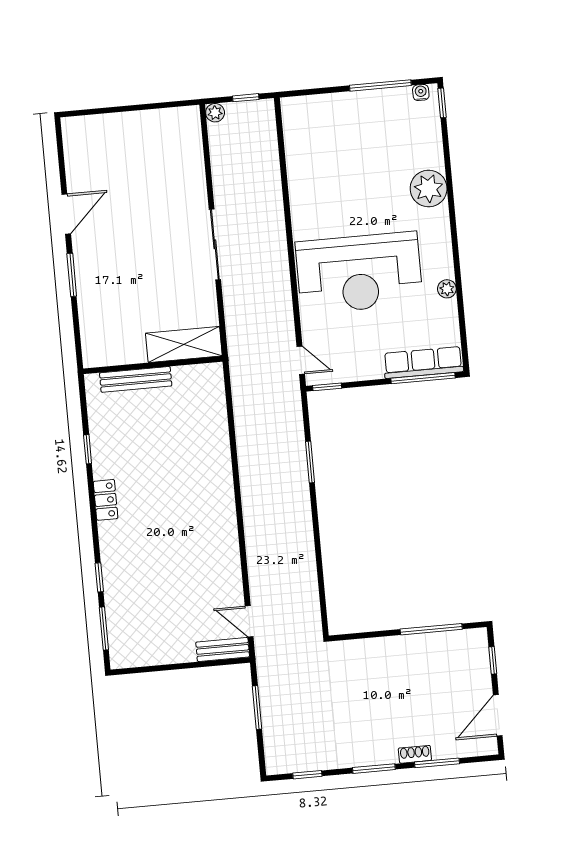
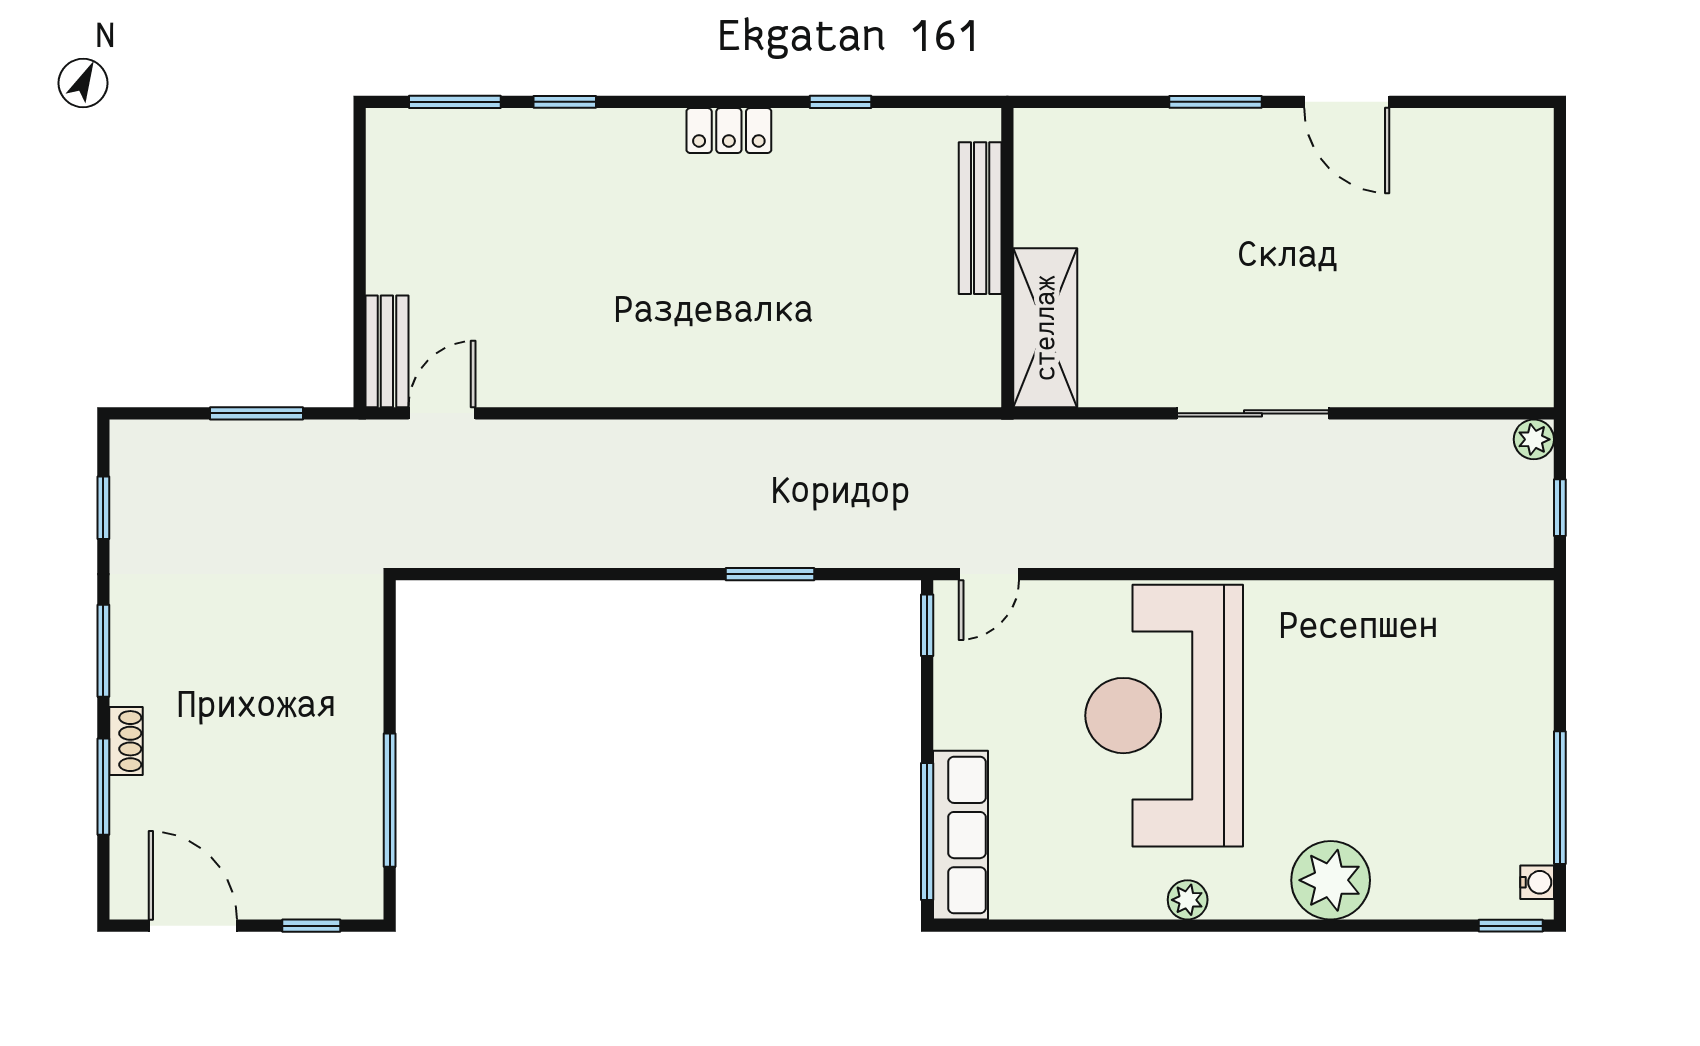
plant: (447, 289) -> (1188, 900), moved

